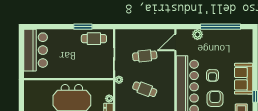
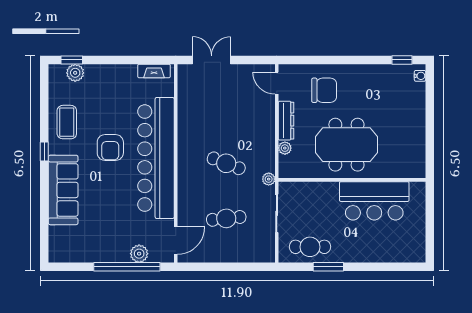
window: (221, 27) -> (127, 267), moved
bar counter: (36, 50) -> (374, 201), moved, turned -90
armchair: (213, 75) -> (114, 186), removed
sofa: (244, 79) -> (63, 190), width x1.36

